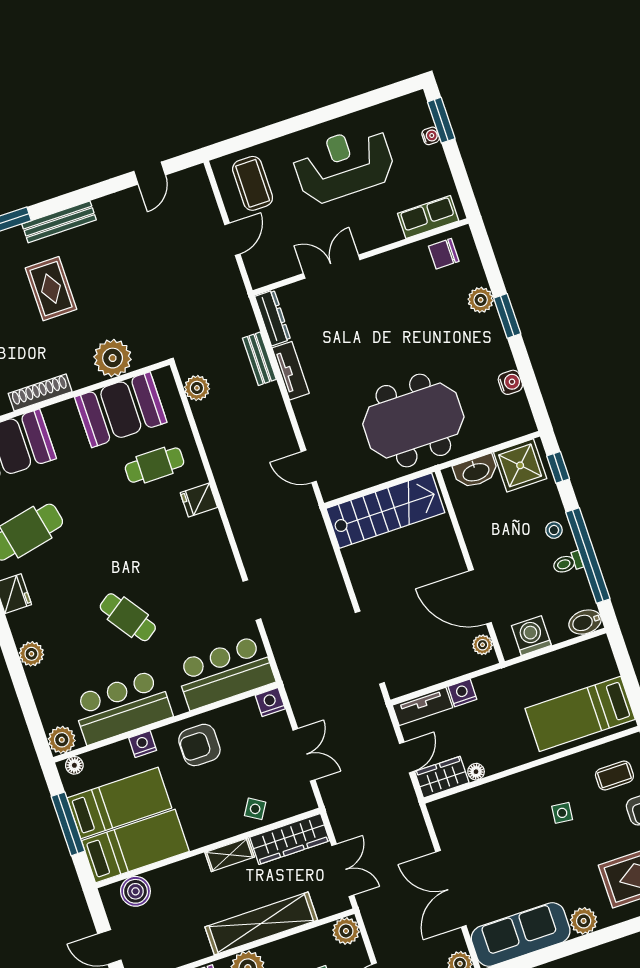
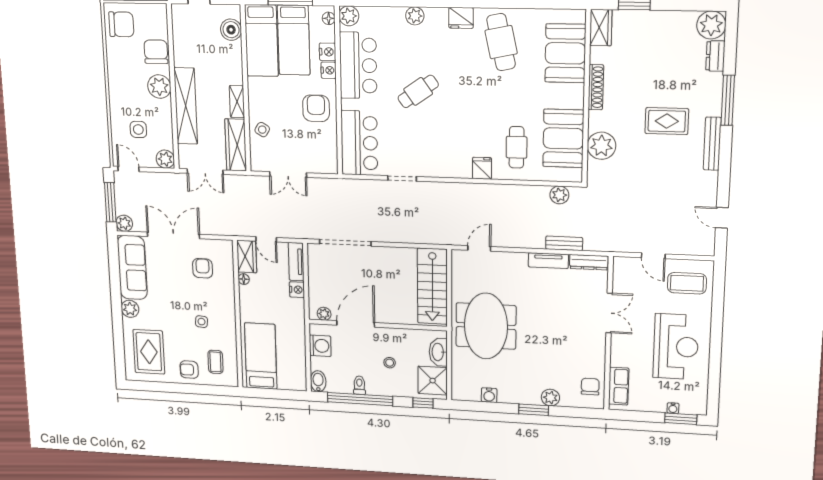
stool: (554, 530) -> (390, 363), moved
nightstand: (270, 702) -> (328, 52), moved
armchair: (483, 834) -> (203, 268), added

